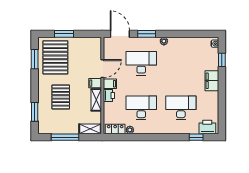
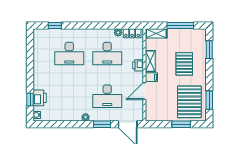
filing cabinet: (212, 81) -> (40, 79), removed
filing cabinet: (110, 84) -> (137, 77), removed
printer: (207, 127) -> (40, 98), moved, turned -90

